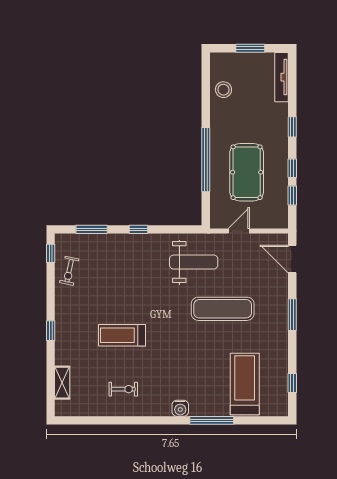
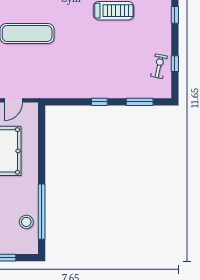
window: (206, 160) -> (42, 212), moved
window: (51, 253) -> (175, 64), moved
weight bench: (194, 262) -> (52, 74), removed

